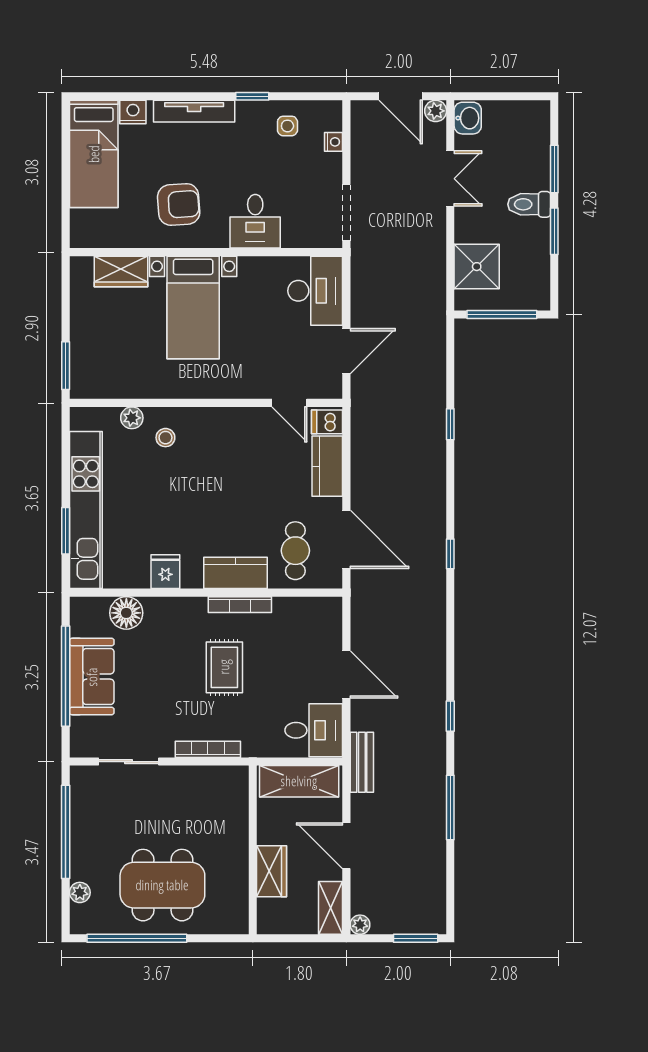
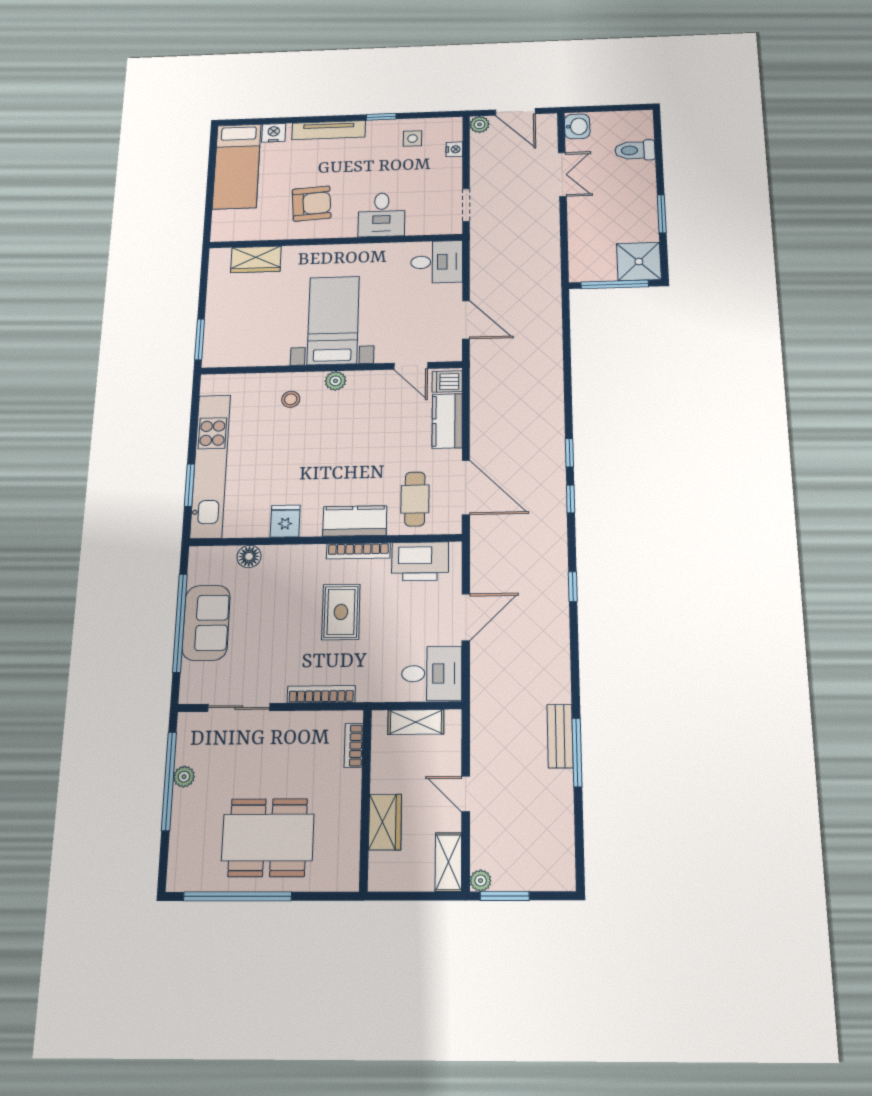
plant: (436, 111) -> (479, 124), moved
window: (554, 169) -> (659, 164), removed
toilet: (529, 204) -> (635, 150), moved
doorway: (346, 213) -> (466, 205), width x0.73
shower: (477, 267) -> (639, 262), moved
desk: (315, 291) -> (437, 262), width x0.73
bed with nightstands: (193, 307) -> (333, 320), moved, turned 180
door: (346, 351) -> (466, 320), hinge flipped
plant: (132, 418) -> (335, 381), moved
window: (450, 424) -> (569, 453), moved
floor lamp: (126, 613) -> (249, 556), width x0.73, depth x0.73
printer: (301, 617) -> (420, 561), added
door: (346, 675) -> (466, 617), hinge flipped
window: (450, 716) -> (573, 586), moved
bench: (362, 762) -> (560, 736), moved
shelving: (299, 781) -> (416, 722), width x0.67, depth x0.75
bookcase: (240, 799) -> (354, 746), added
door: (346, 846) -> (466, 794), width x0.73
plant: (80, 892) -> (184, 777), moved
window: (416, 938) -> (505, 896), moved

